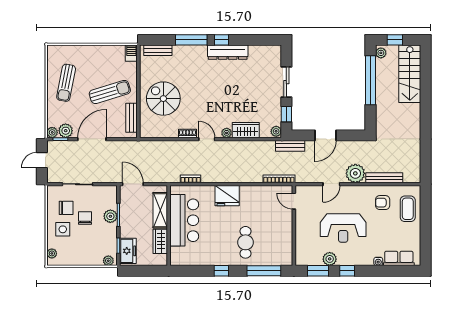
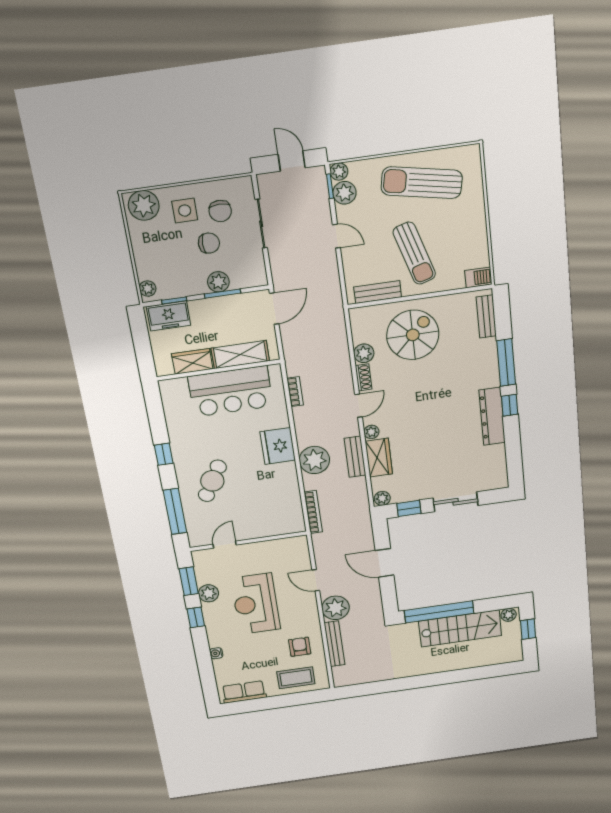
stairs: (410, 74) -> (460, 628), moved, turned 180
window: (370, 80) -> (439, 612), moved
sun lounger: (66, 83) -> (422, 183), width x1.36, depth x1.34
plant: (171, 131) -> (364, 353), added
door: (92, 139) -> (336, 236), width x0.53
bench: (290, 146) -> (355, 457), moved
plant: (241, 173) -> (314, 460), added
door: (294, 201) -> (225, 545), moved
cafe table: (245, 242) -> (212, 481), turned -60
plant: (52, 253) -> (144, 205), width x1.88, depth x1.88
row of seats: (399, 258) -> (244, 692), moved, turned -90

